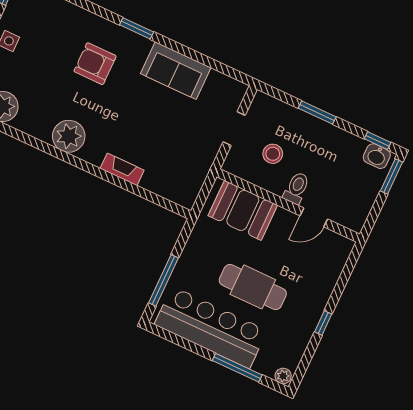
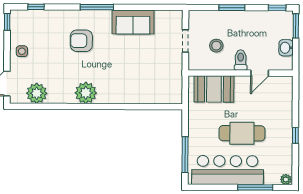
window: (137, 28) -> (97, 7), width x1.44
washbasin: (377, 156) -> (286, 48), moved, turned 90
fireplace: (122, 169) -> (128, 98), removed

